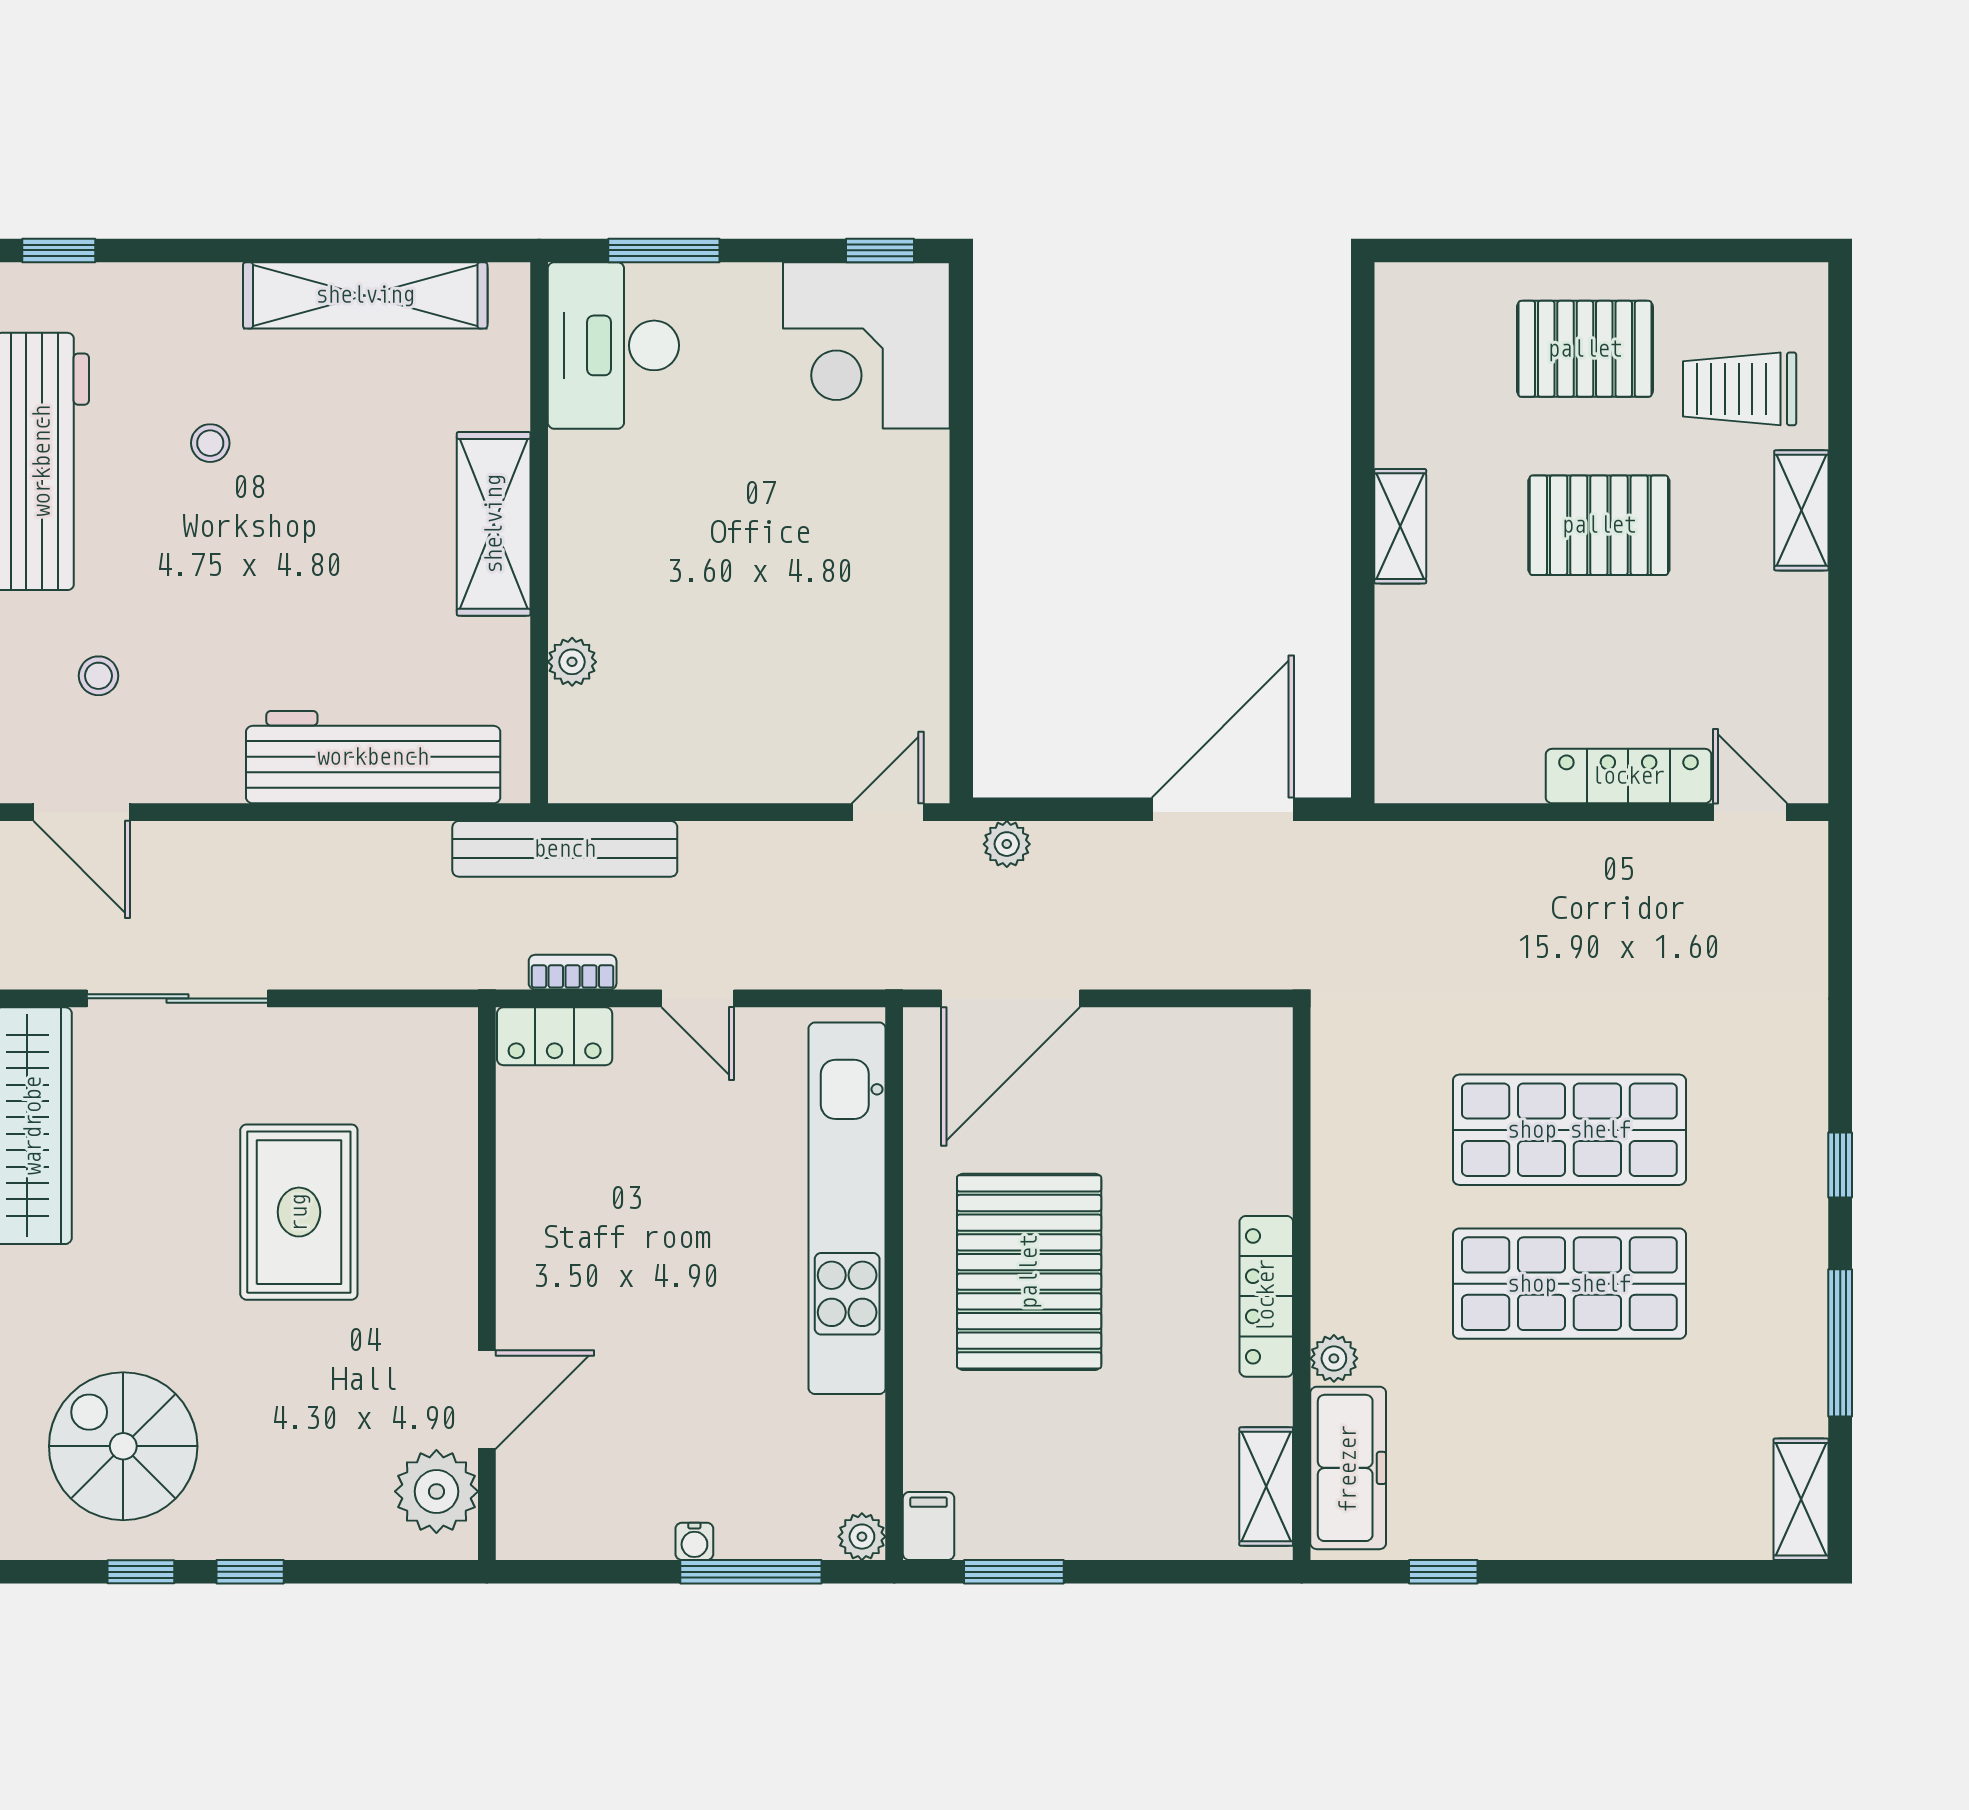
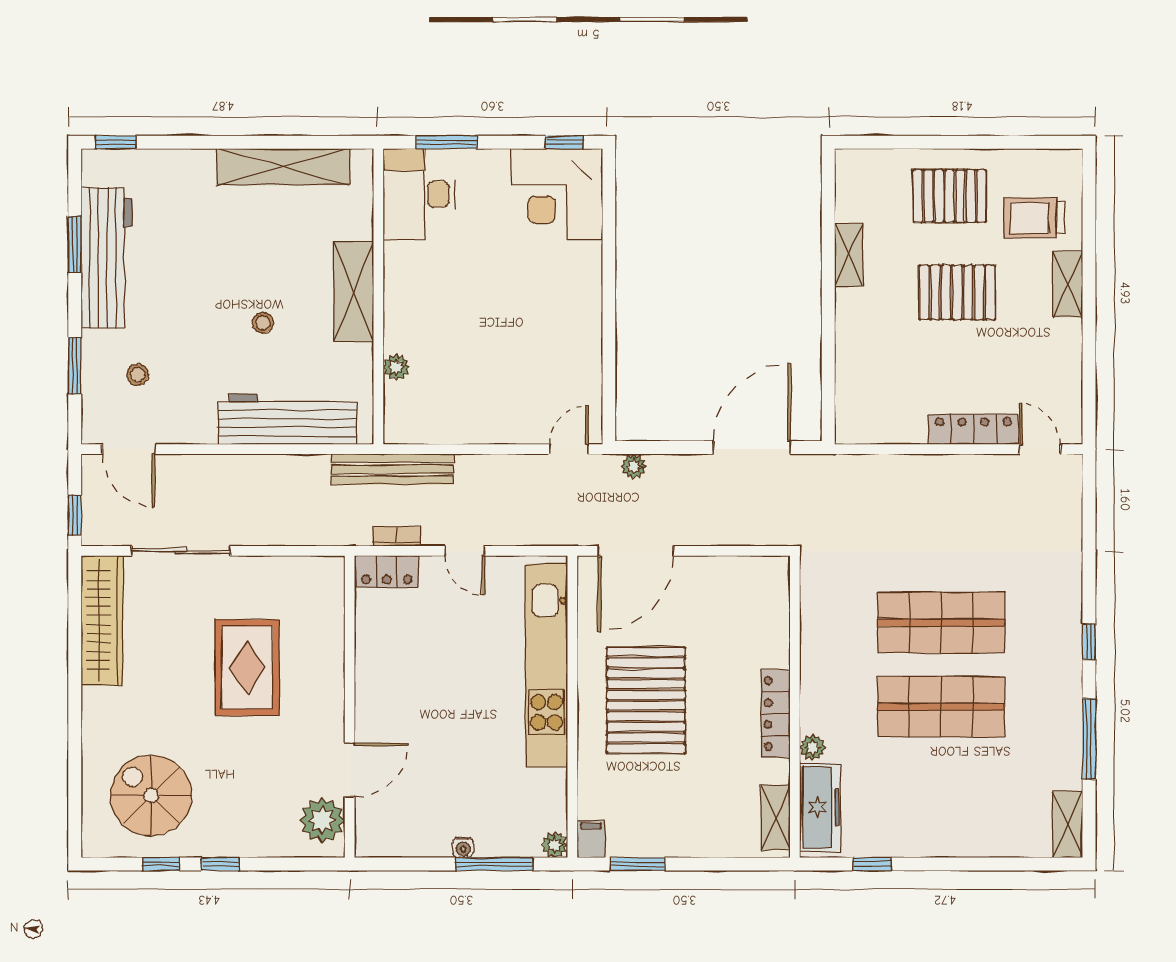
stool: (210, 443) -> (263, 323), moved
shelving: (1400, 526) -> (849, 255), moved

